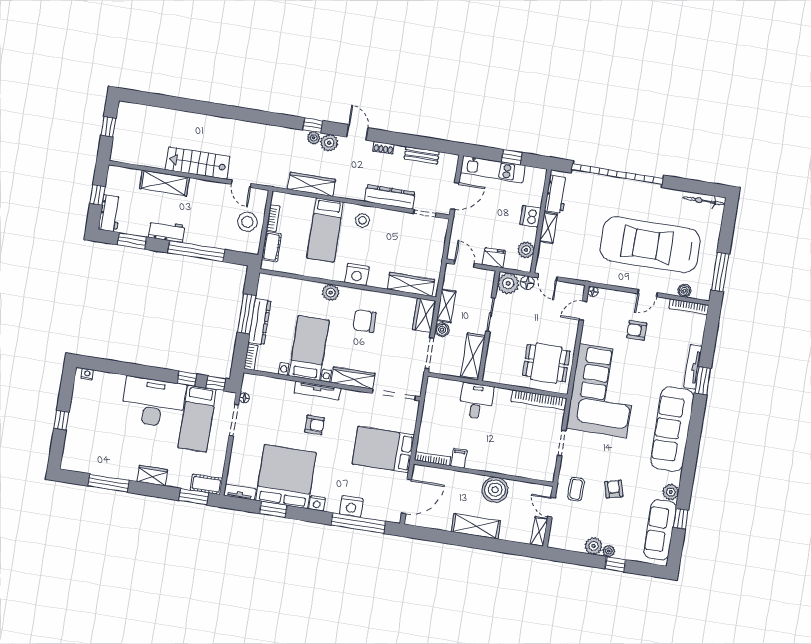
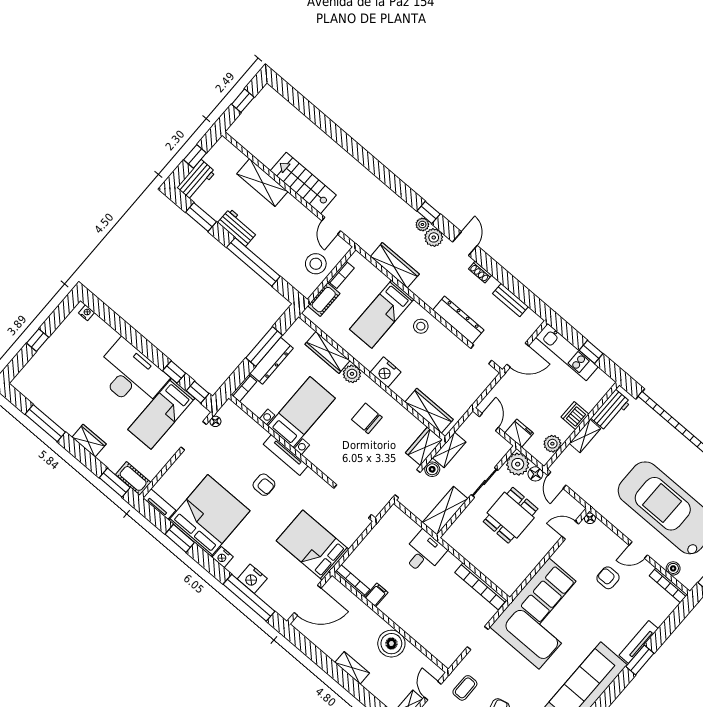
dining table: (546, 363) -> (511, 515), moved, turned 90
wardrobe: (353, 378) -> (327, 352), moved, turned 180
shelving: (476, 526) -> (352, 668), width x0.67, depth x0.75

